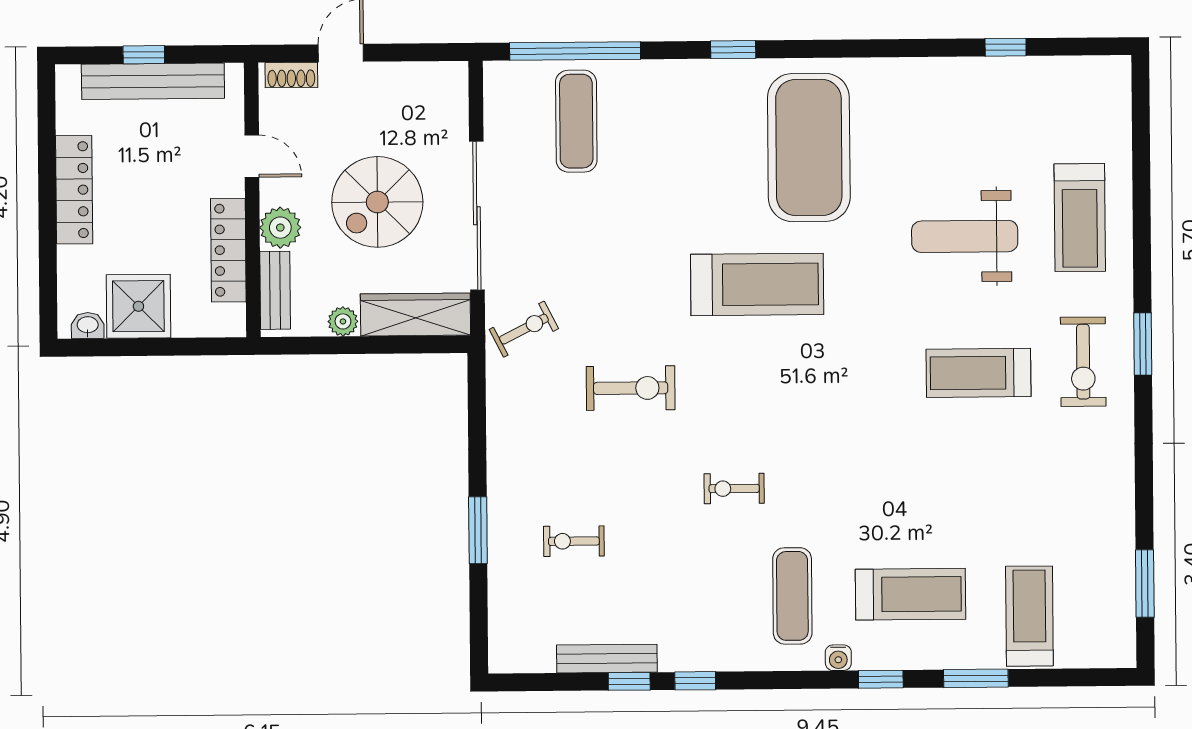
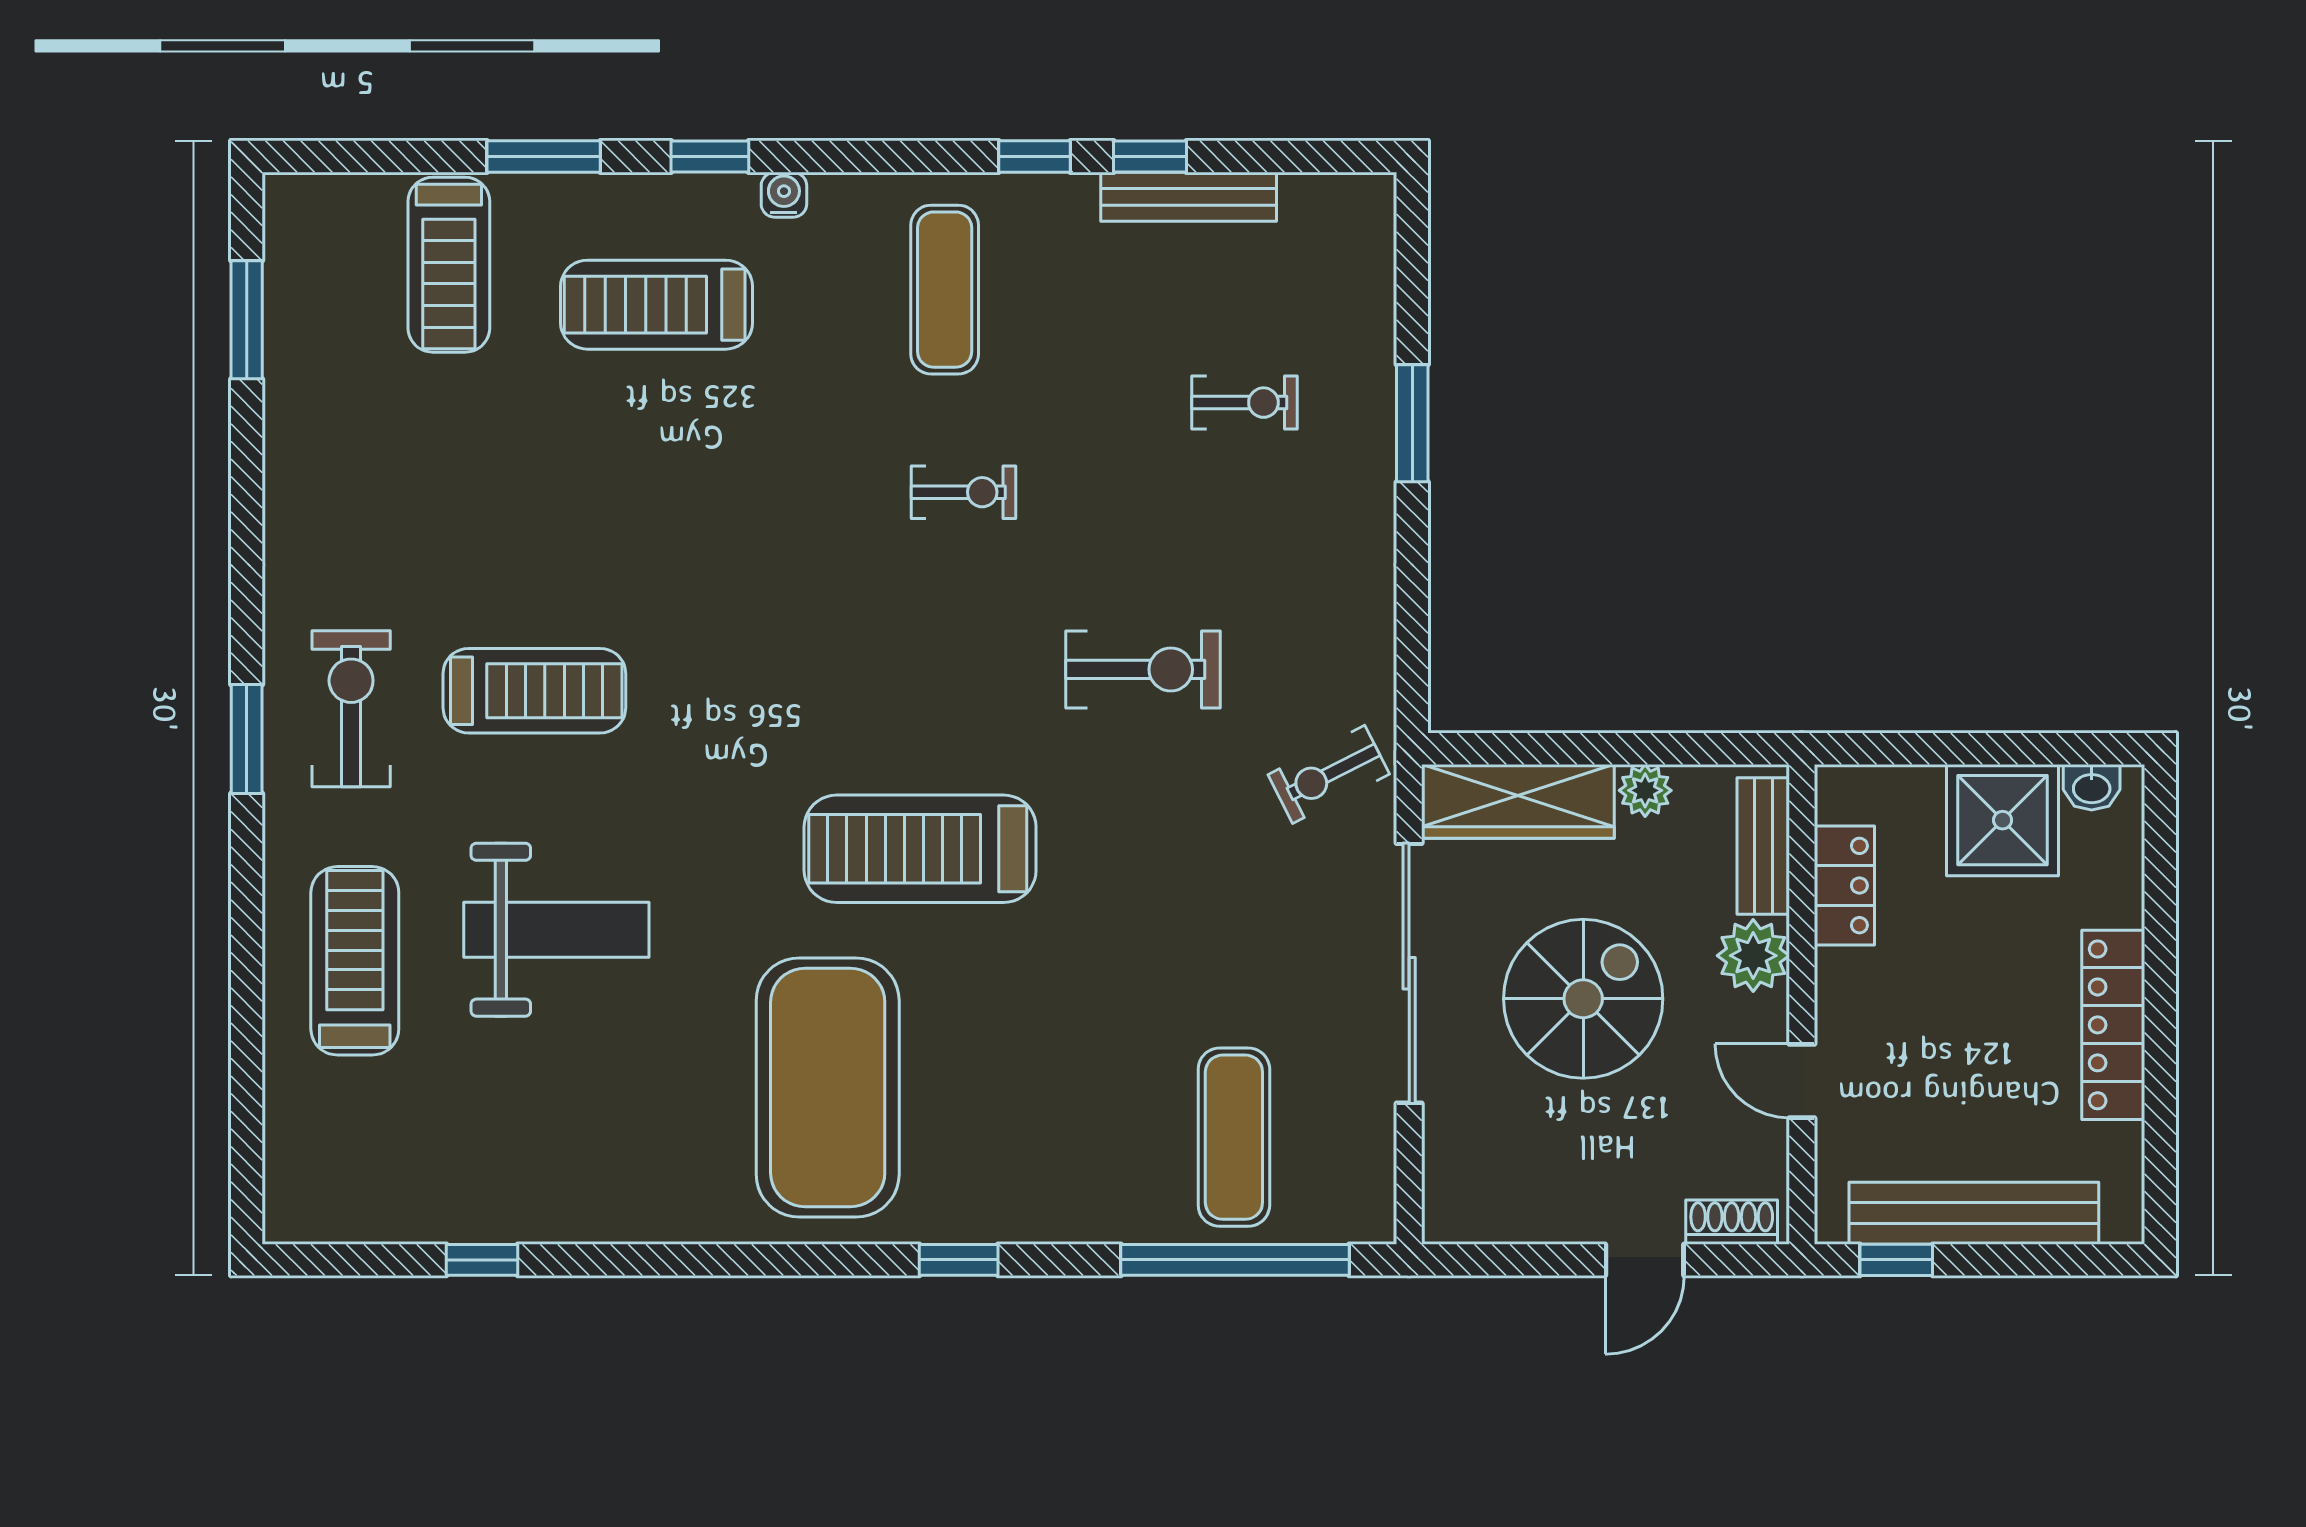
window: (144, 55) -> (1896, 1260), moved
locker: (228, 250) -> (1844, 886), width x0.66
exercise bike: (631, 388) -> (1143, 669), turned 180
exercise mat: (792, 596) -> (945, 290), moved

